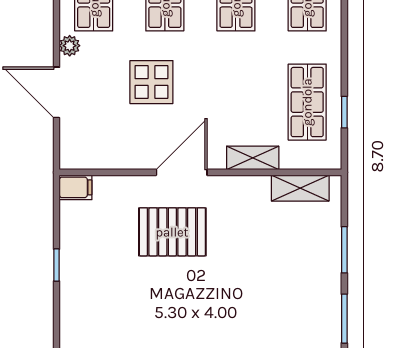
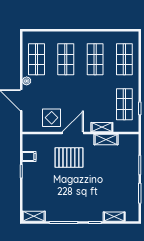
display table: (151, 82) -> (52, 118), moved
filing cabinet: (76, 187) -> (29, 156), moved
shelving: (300, 188) -> (106, 140), moved

